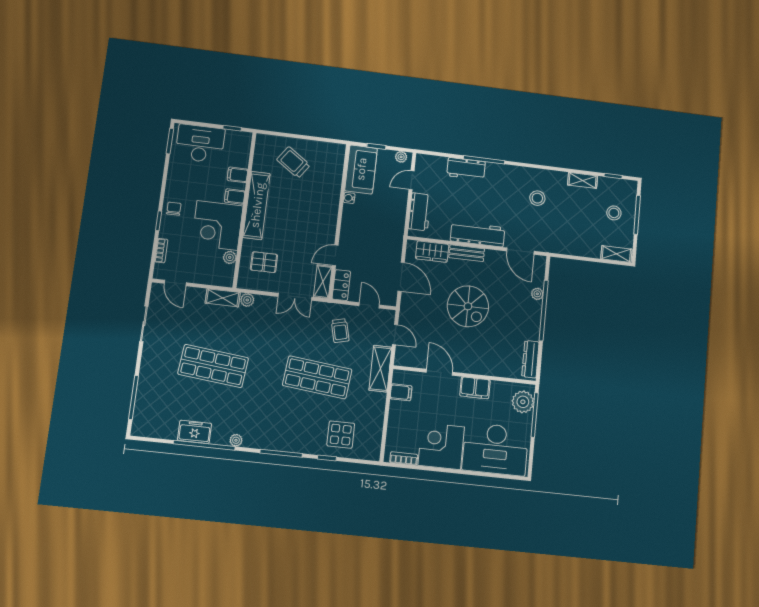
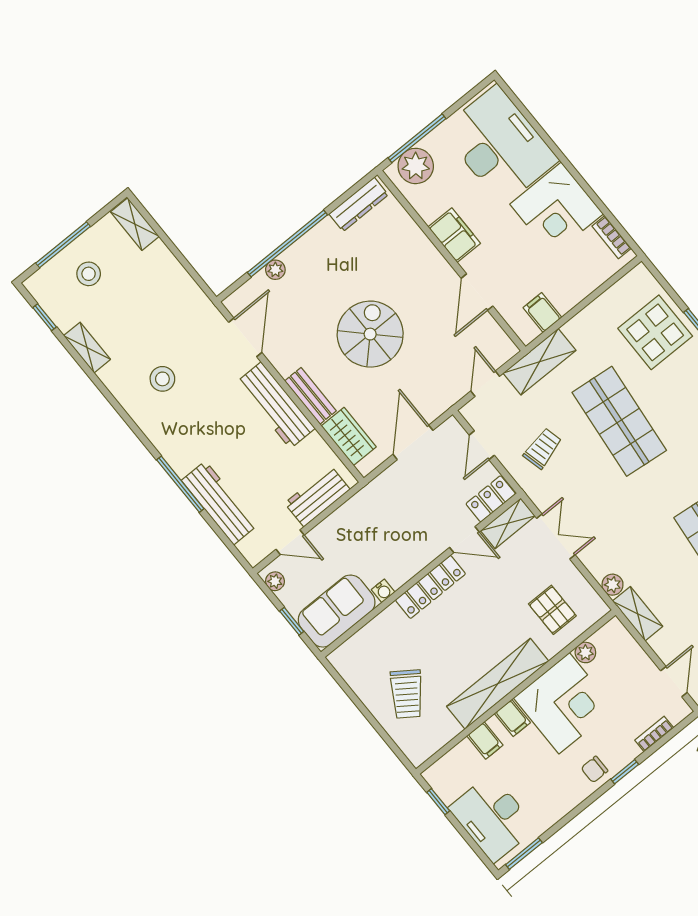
workbench: (466, 169) -> (219, 503), width x1.38
locker: (330, 220) -> (430, 587), added
display table: (341, 435) -> (655, 332), width x1.36, depth x1.36

